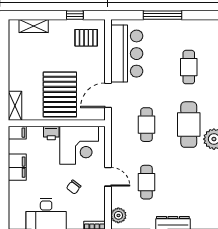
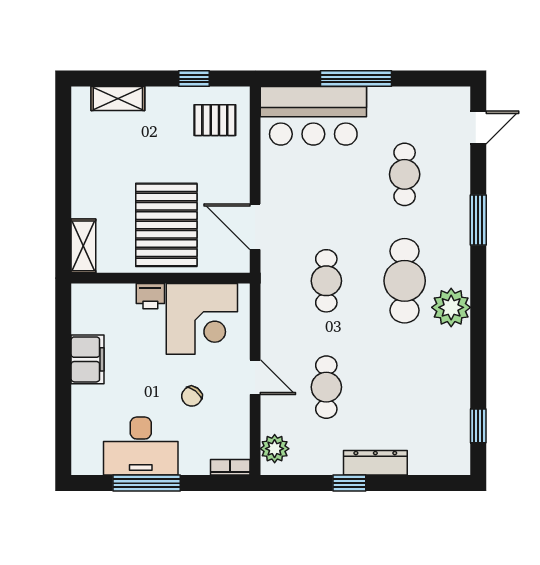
bar counter: (127, 54) -> (313, 116), moved, turned 90
door: (108, 95) -> (255, 227), hinge flipped
filing cabinet: (17, 133) -> (88, 296), removed

